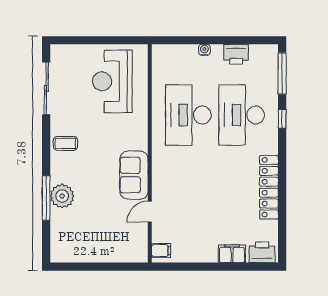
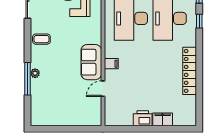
plant: (62, 196) -> (35, 73), width x0.53, depth x0.53
filing cabinet: (161, 251) -> (111, 64), moved
printer: (262, 252) -> (143, 118), moved

